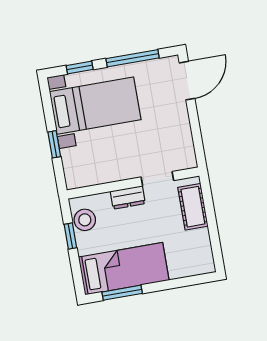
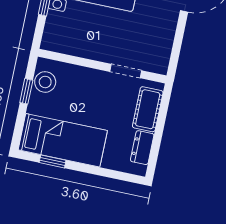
dresser: (128, 197) -> (142, 148), moved, turned 90
window: (122, 293) -> (53, 161), width x0.67

